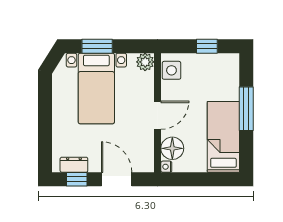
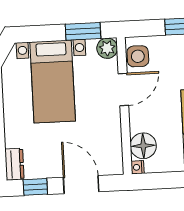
window: (97, 46) -> (83, 31), moved
door: (158, 115) -> (123, 89), moved
dresser: (74, 165) -> (14, 164), moved, turned 90

